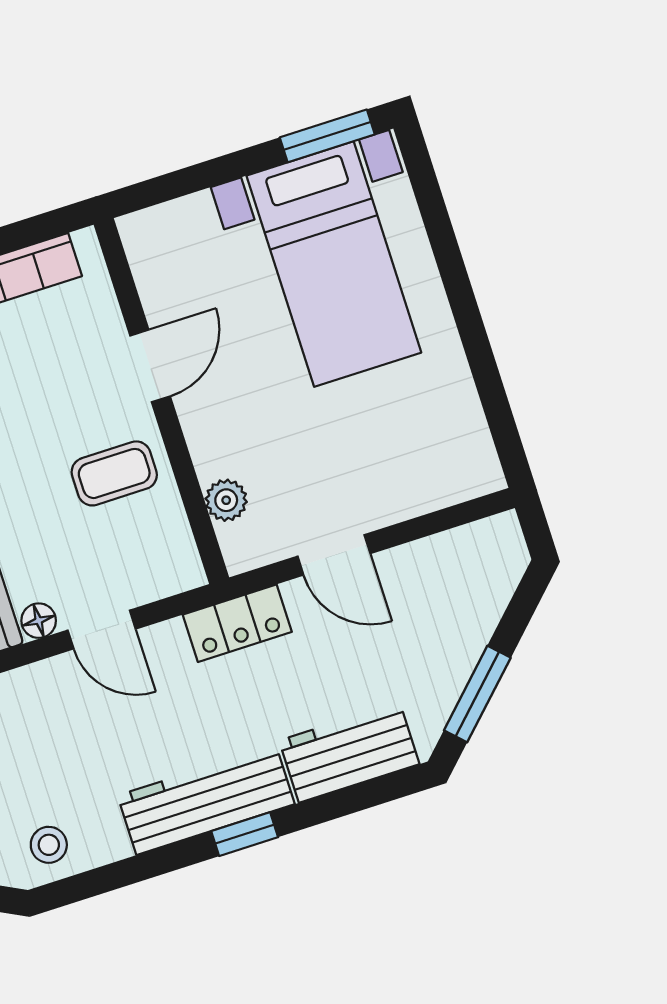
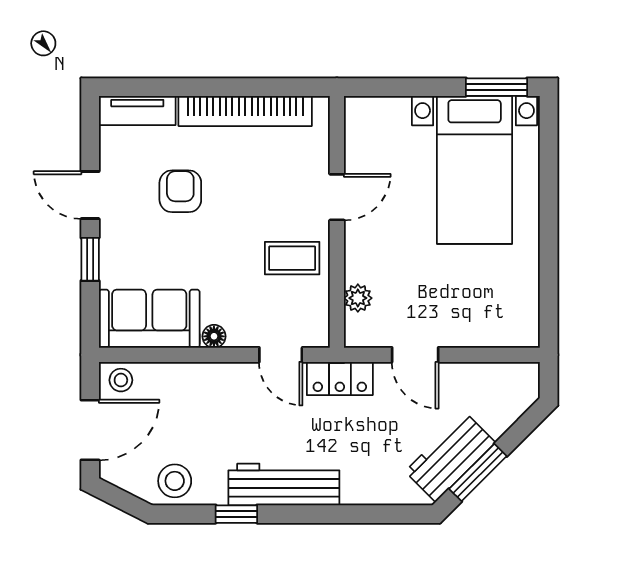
door: (102, 630) -> (281, 355), moved
workbench: (349, 752) -> (450, 457), moved, turned -45
window: (245, 834) -> (236, 514), moved
stool: (49, 845) -> (175, 481), width x1.37, depth x1.37

